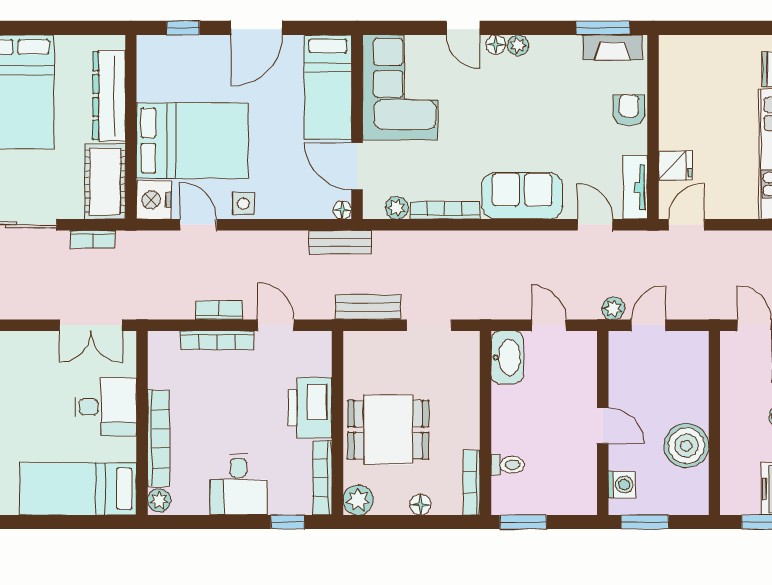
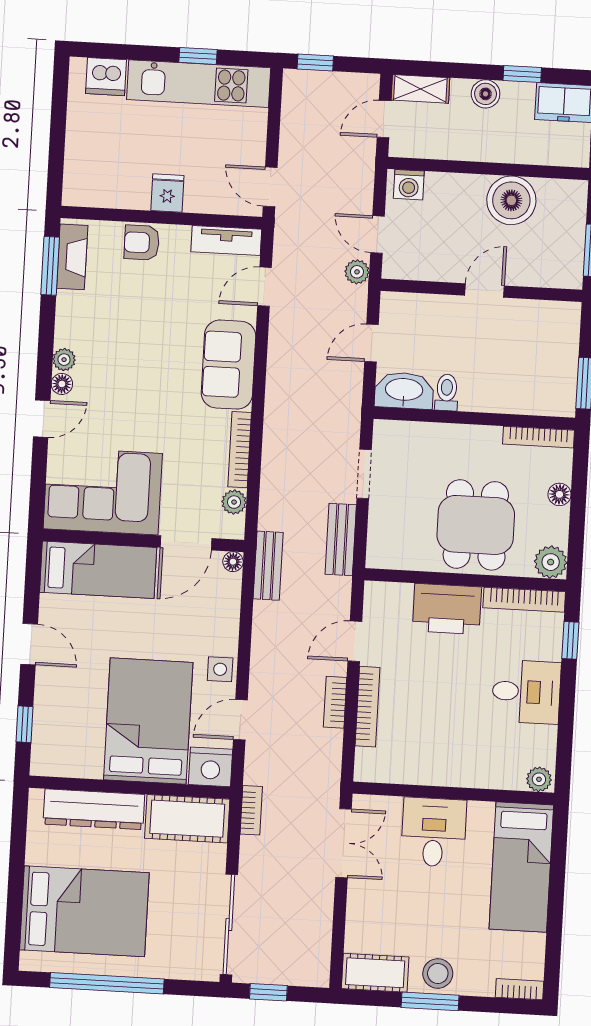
door: (256, 28) -> (29, 644), width x0.73
fridge: (675, 165) -> (167, 193), moved
bookcase: (92, 239) -> (251, 810), moved
bookcase: (159, 438) -> (471, 776), removed
toilet: (508, 465) -> (447, 392), moved
washing machine: (622, 485) -> (409, 185), moved, turned 180

